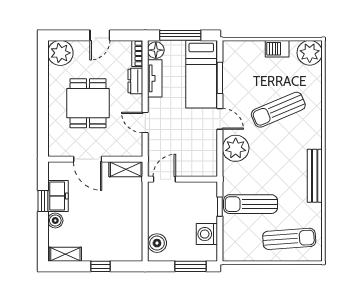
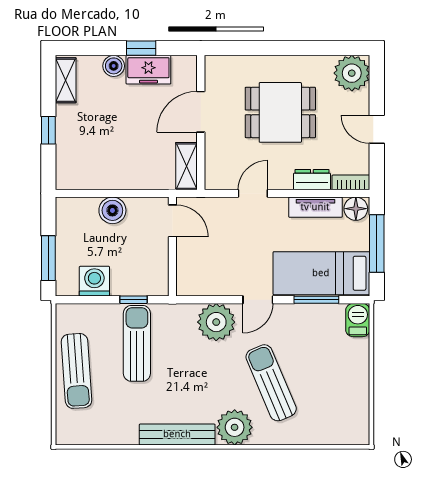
barbecue: (277, 49) -> (358, 320), moved
plant: (310, 53) -> (235, 427), moved
sun lounger: (289, 239) -> (77, 371), moved
boiler: (157, 243) -> (112, 210), moved

